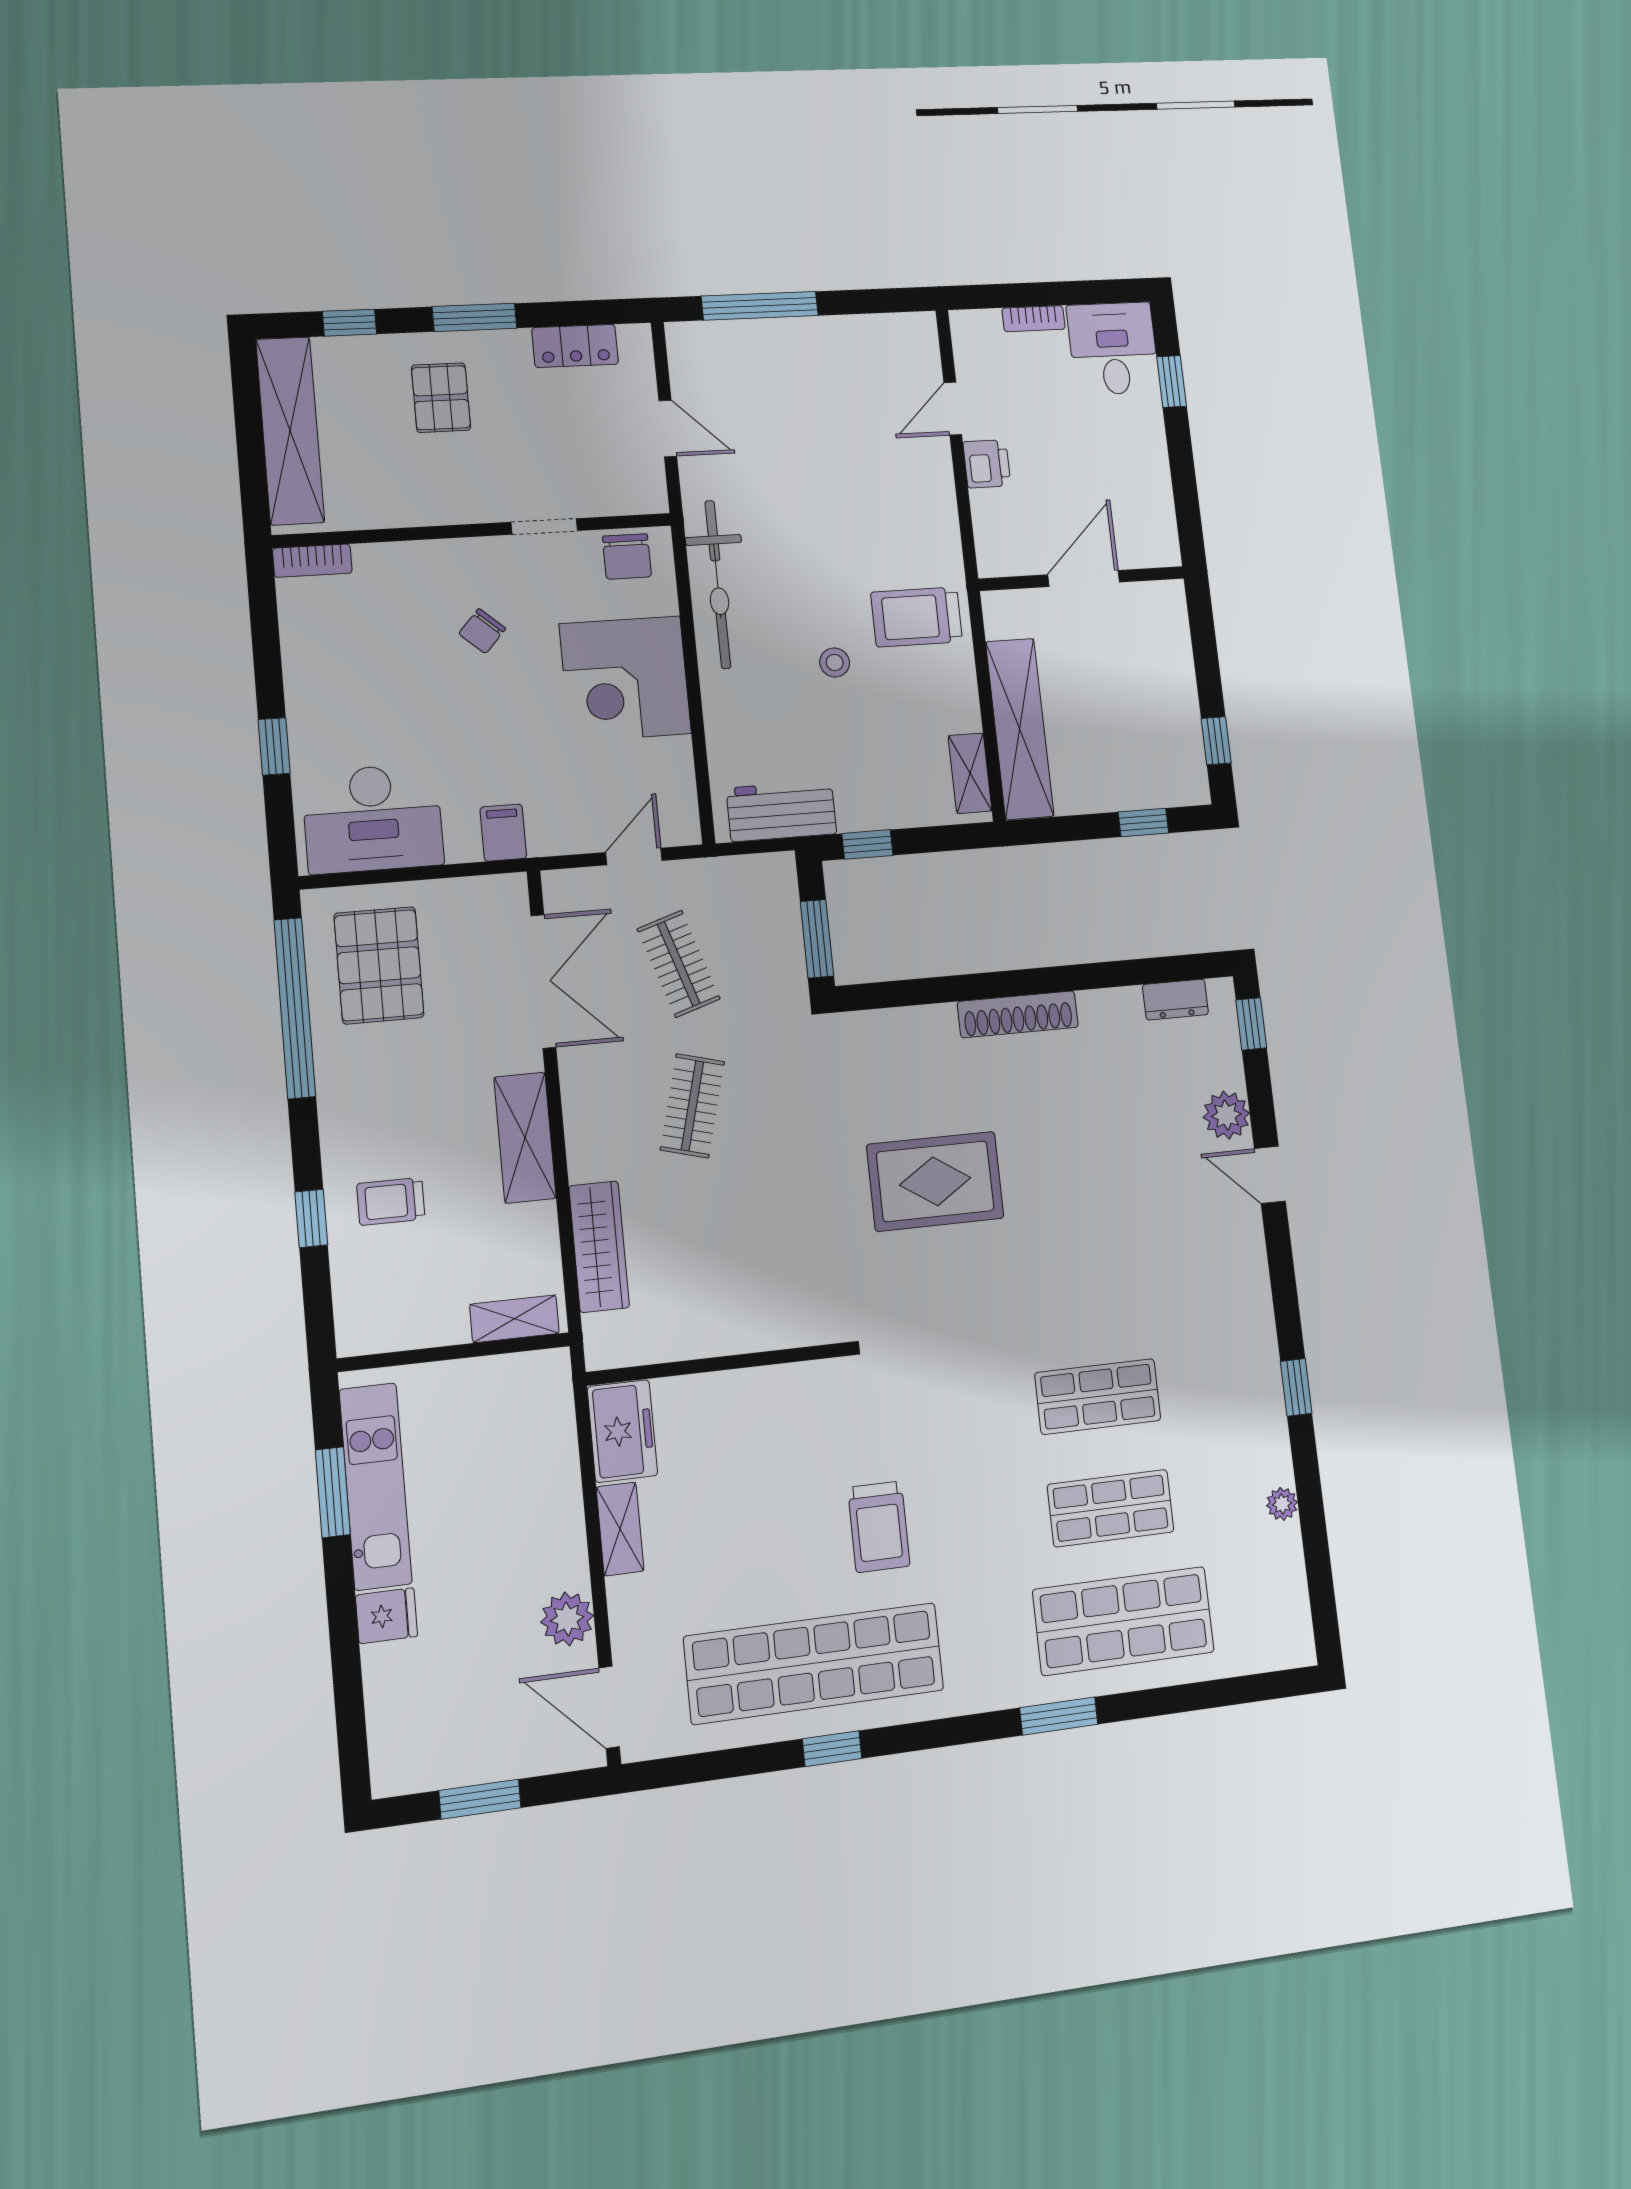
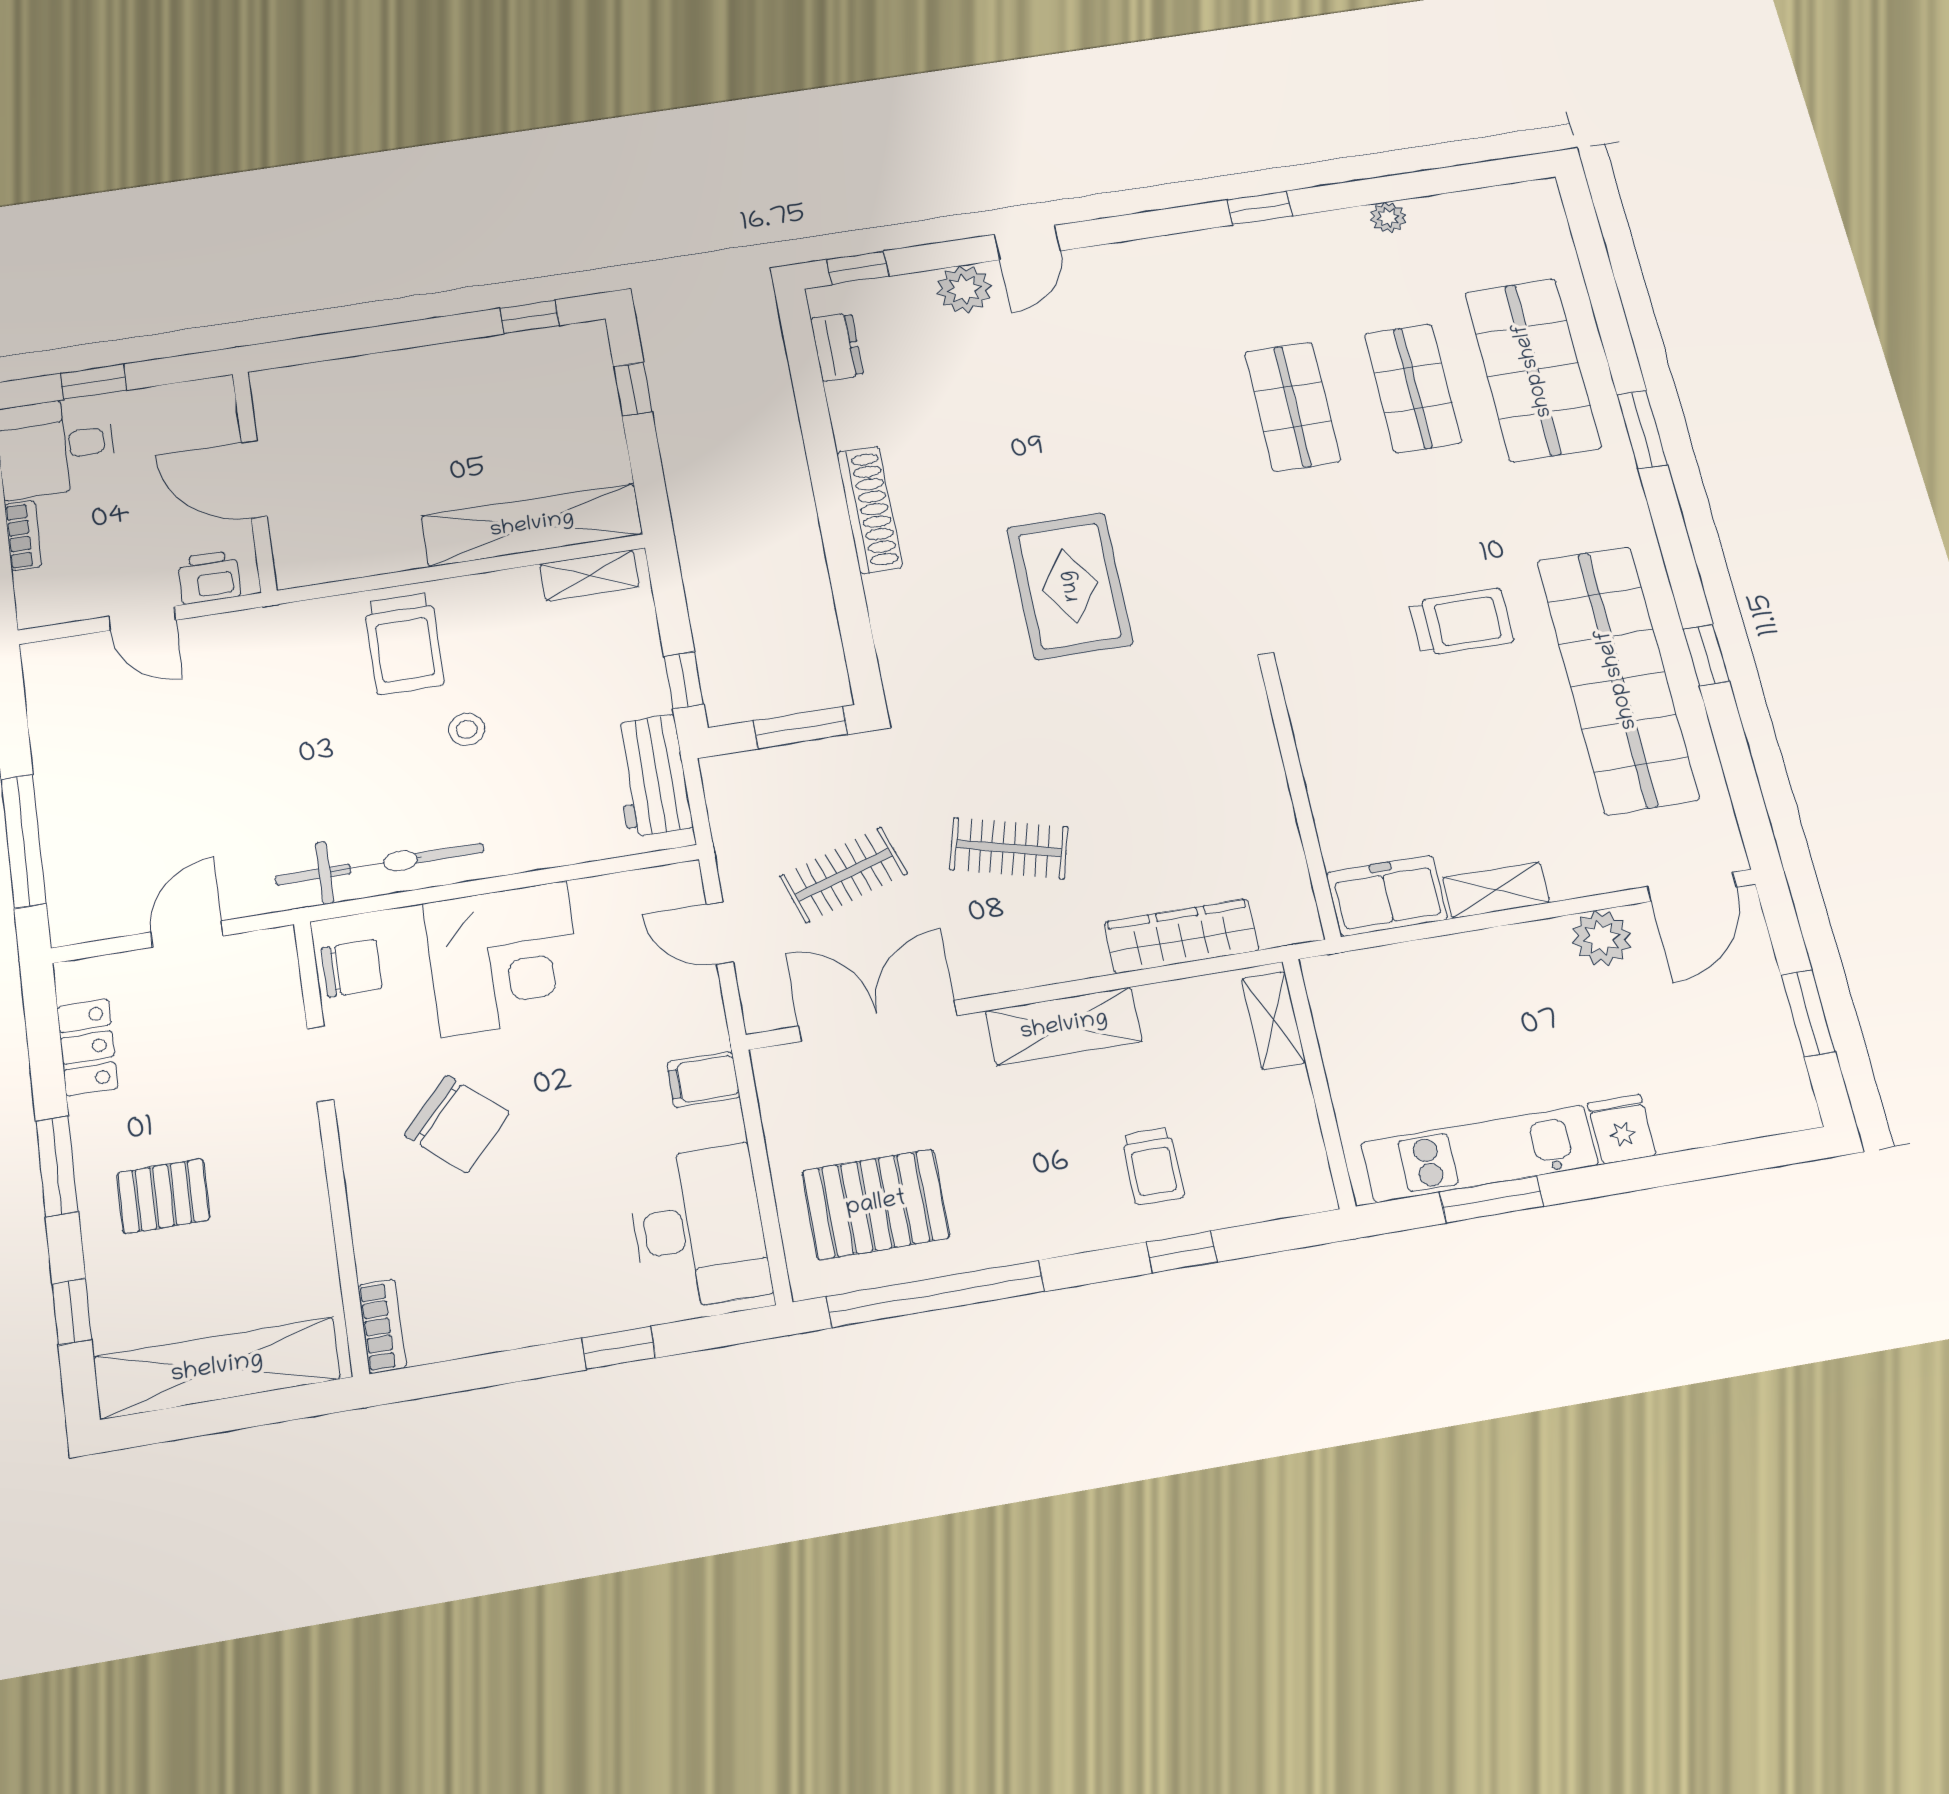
door: (1084, 578) -> (254, 479), moved
wall: (1082, 579) -> (254, 481), moved
chair: (482, 631) -> (457, 1124), width x1.87, depth x1.87

